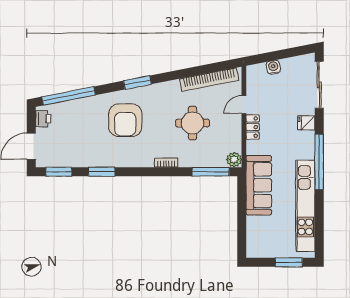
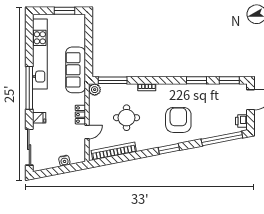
window: (289, 262) -> (64, 11), moved

